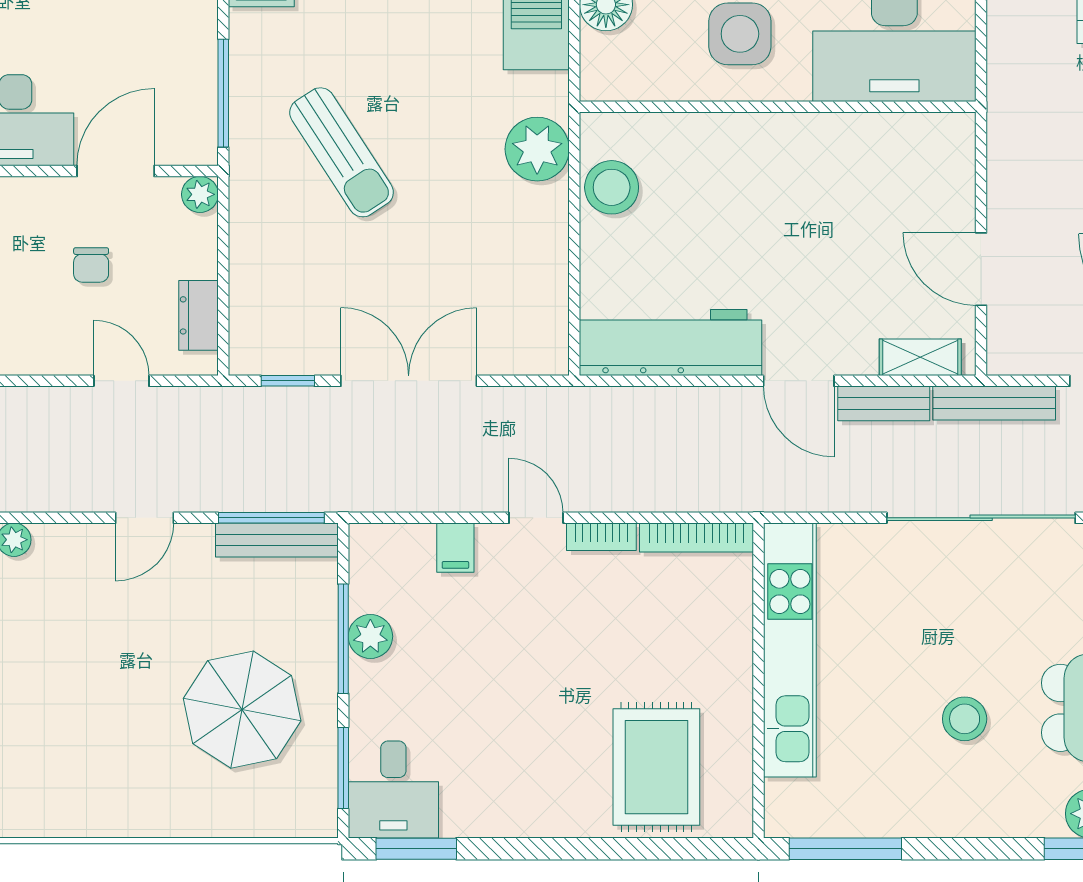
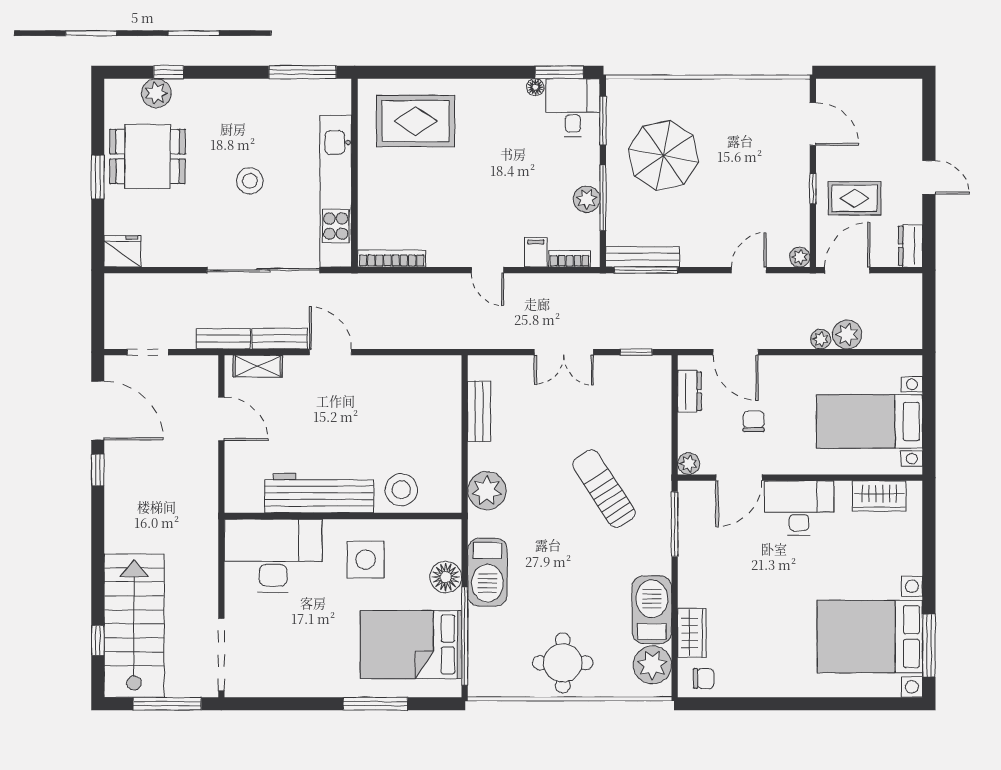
stool: (612, 187) -> (401, 490), moved
bench: (550, 282) -> (479, 411), added
workbench: (671, 342) -> (319, 493), moved, turned 180
door: (121, 381) -> (736, 352), width x1.38
double door: (409, 381) -> (564, 352), width x0.73
bench: (994, 403) -> (223, 339), width x0.73
door: (145, 518) -> (749, 270), moved
sliding door: (981, 518) -> (263, 270), moved
bookcase: (601, 537) -> (570, 259), moved
stool: (965, 719) -> (250, 181), moved
rug: (656, 767) -> (416, 121), turned 90
floor lamp: (456, 824) -> (535, 87), added

